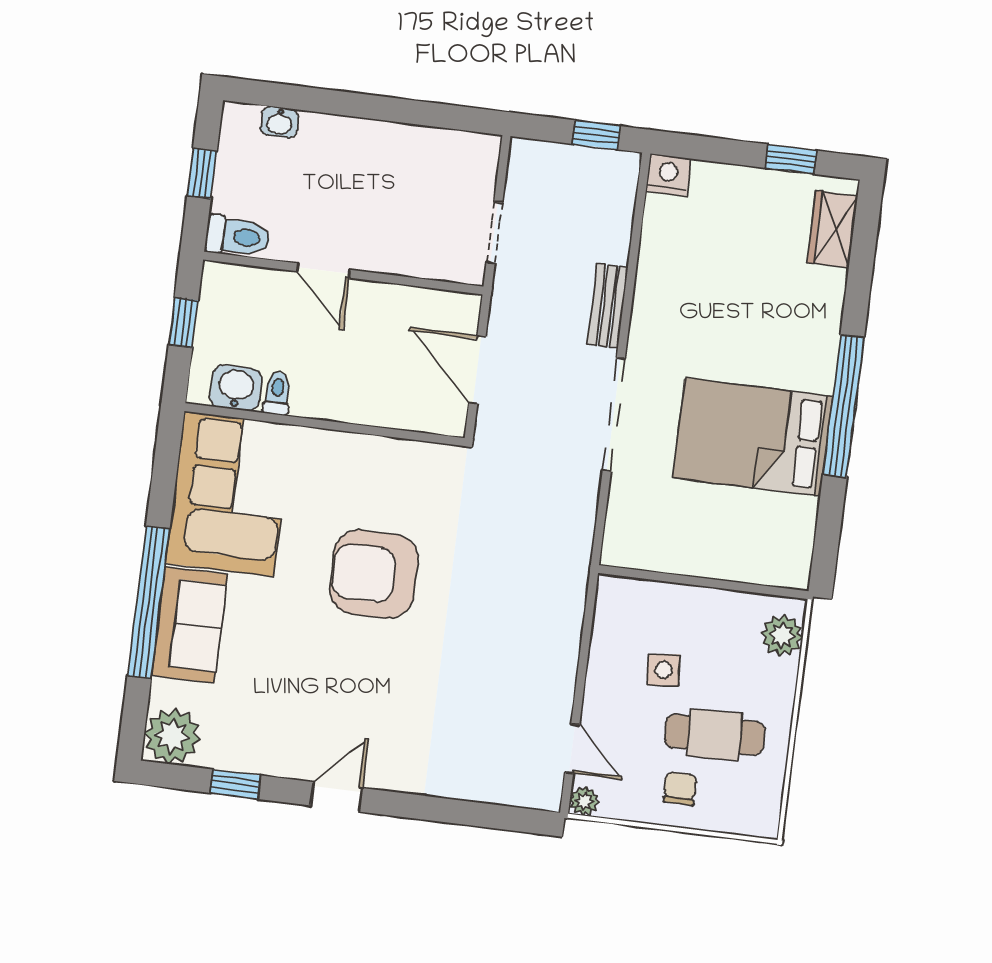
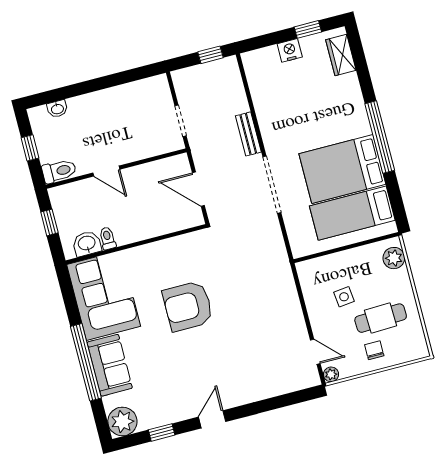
nightstand: (668, 175) -> (290, 50), moved
bed: (739, 524) -> (352, 213), added

